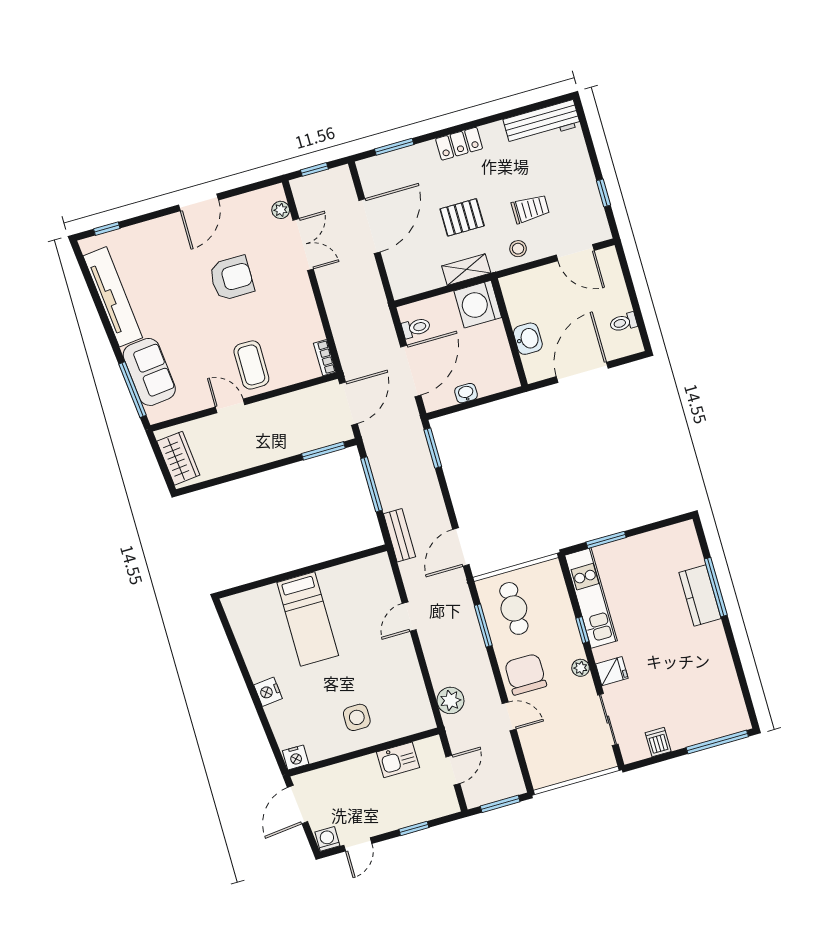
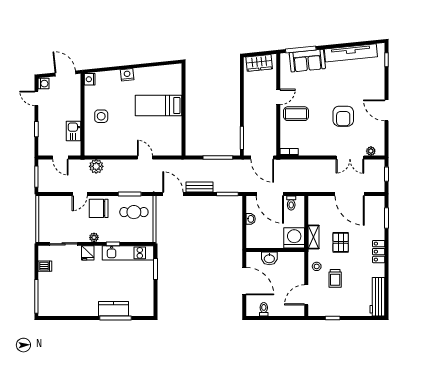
bench: (400, 535) -> (200, 187), moved
chair: (526, 674) -> (99, 208), turned 180

